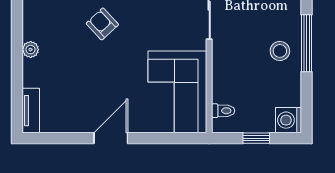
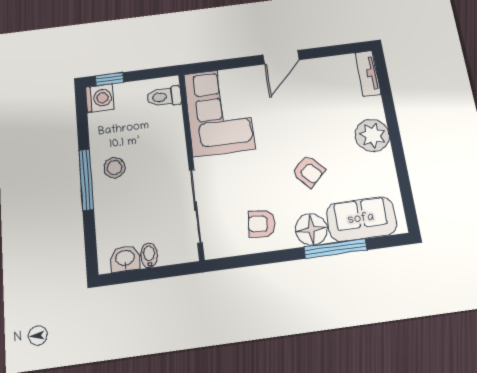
plant: (31, 50) -> (372, 135), width x1.87, depth x1.87
toilet: (223, 111) -> (164, 97), width x1.37, depth x1.39
window: (256, 138) -> (109, 79), moved

